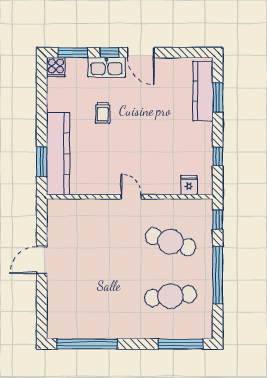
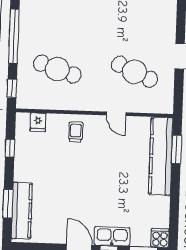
trolley: (103, 113) -> (76, 132), moved
door: (131, 197) -> (116, 114), moved
cafe table: (170, 296) -> (134, 72), moved, turned 30

